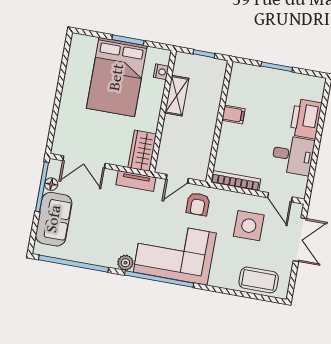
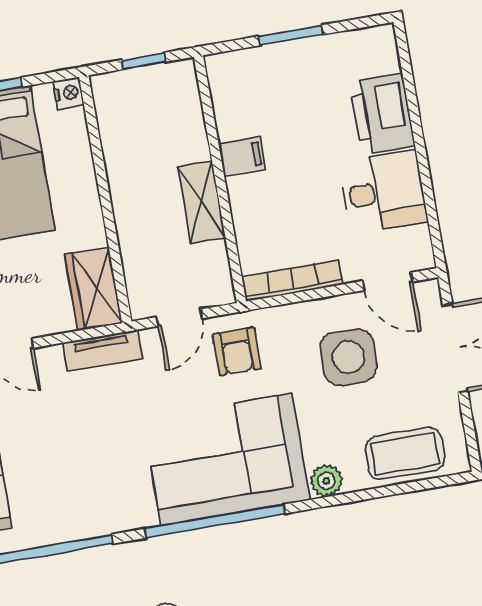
nightstand: (161, 72) -> (69, 93), moved
shelving: (177, 96) -> (201, 202), moved
plant: (125, 263) -> (326, 481), moved

